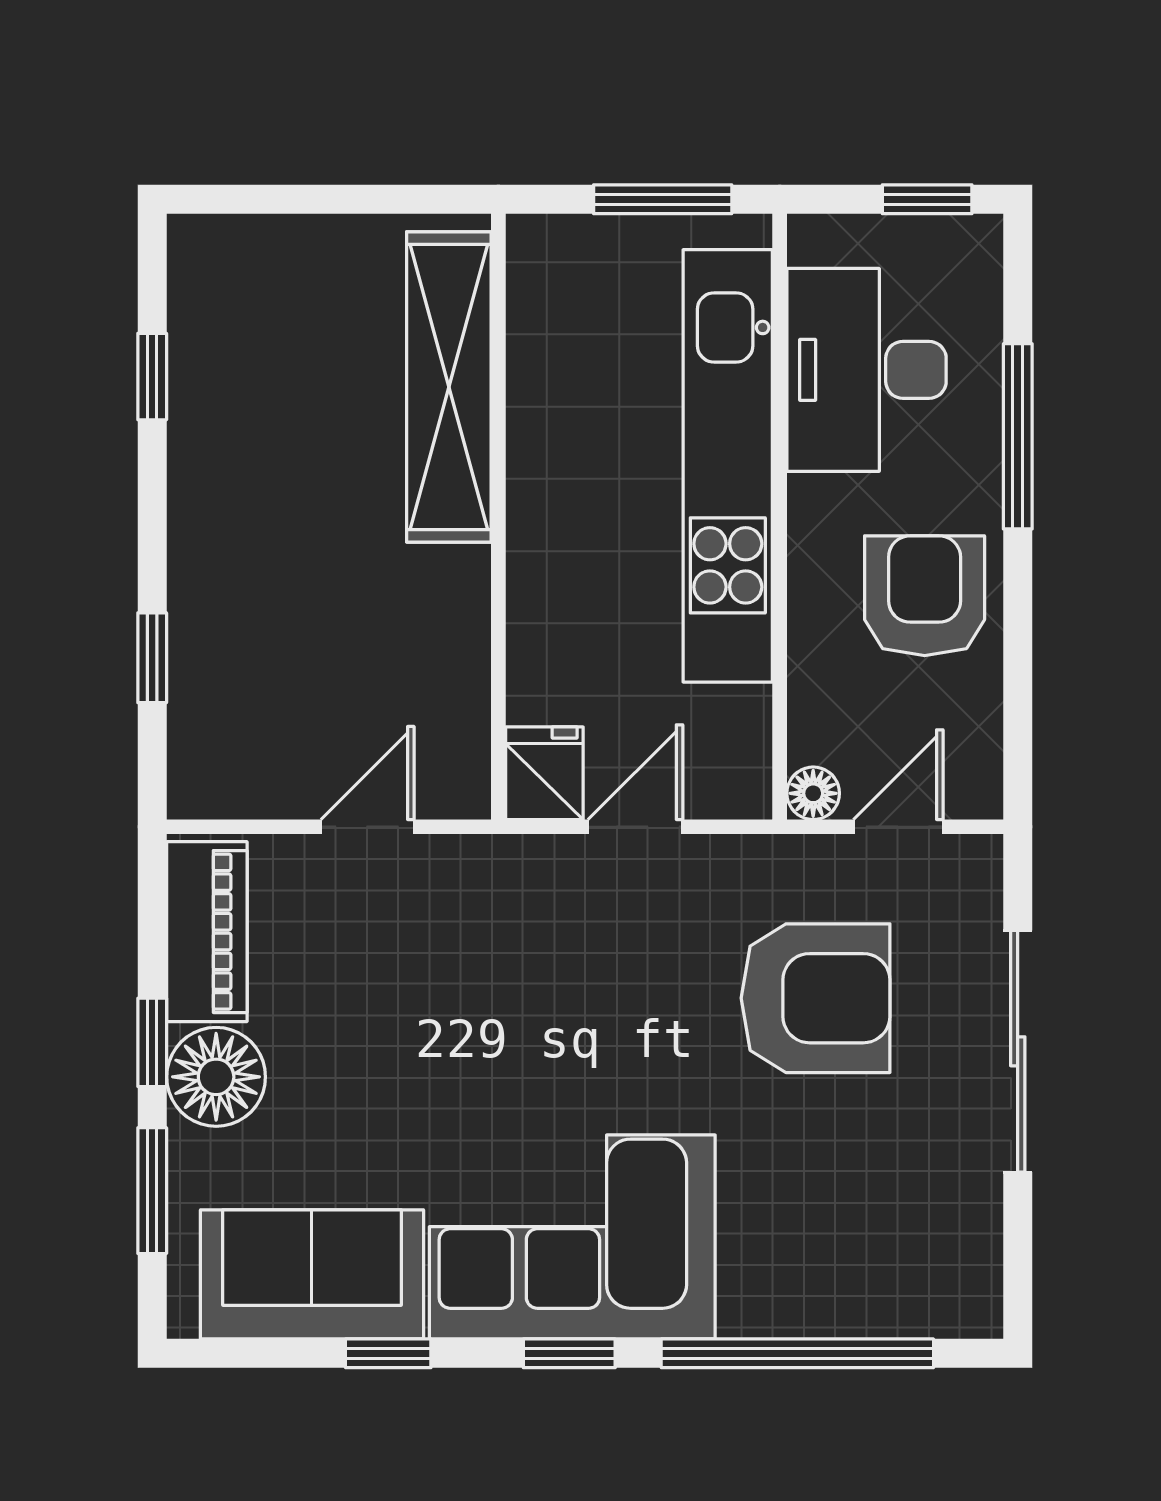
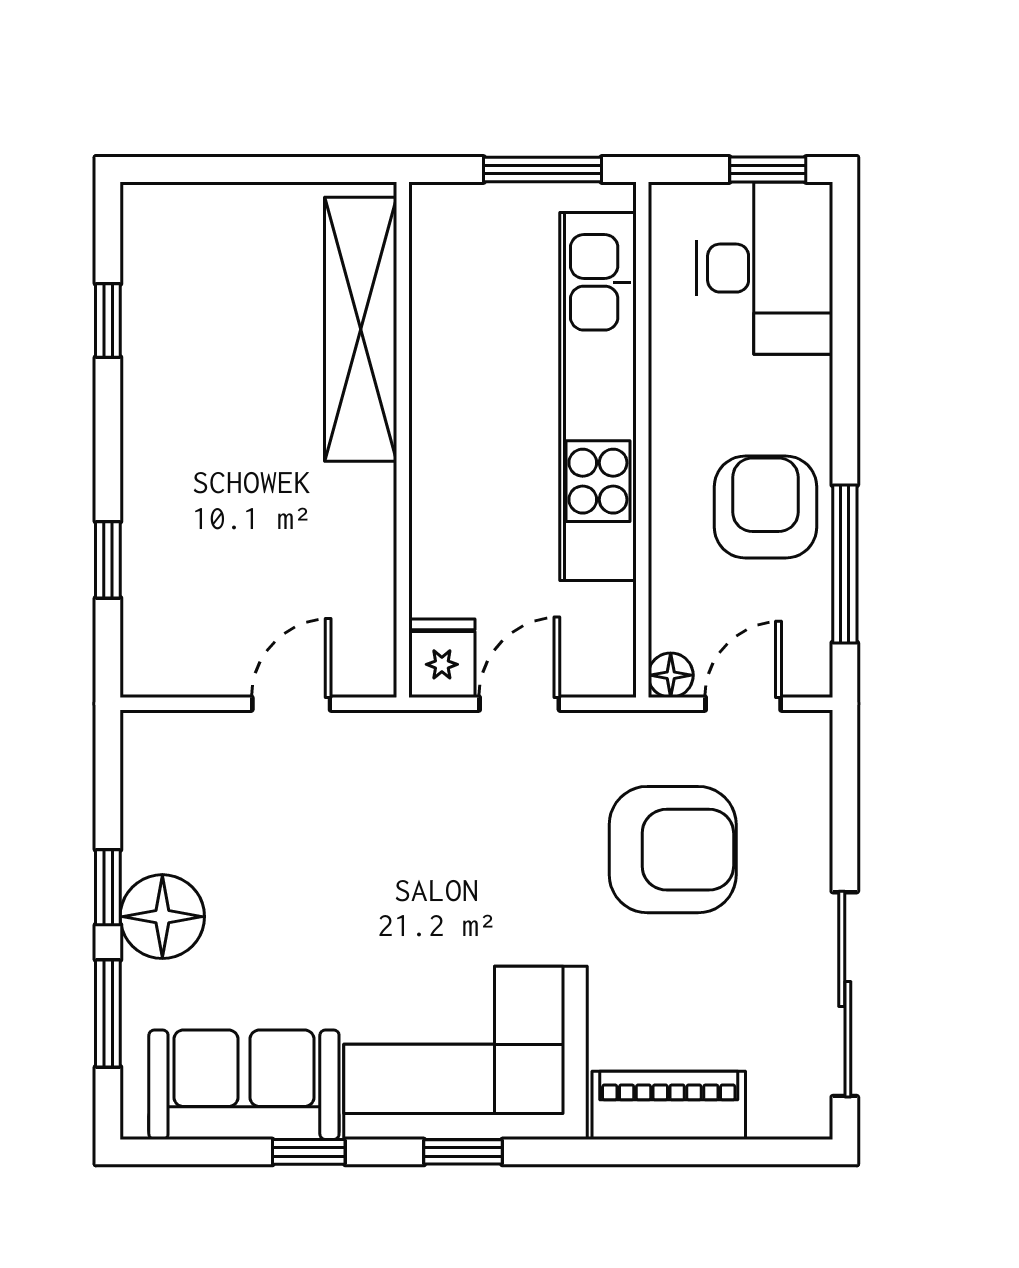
desk: (867, 370) -> (765, 268), moved, turned 180
window: (1018, 436) -> (845, 564), moved
piano: (207, 932) -> (669, 1105), moved, turned -90
sliding door: (1018, 1051) -> (845, 994), moved
window: (797, 1353) -> (657, 1152), removed

